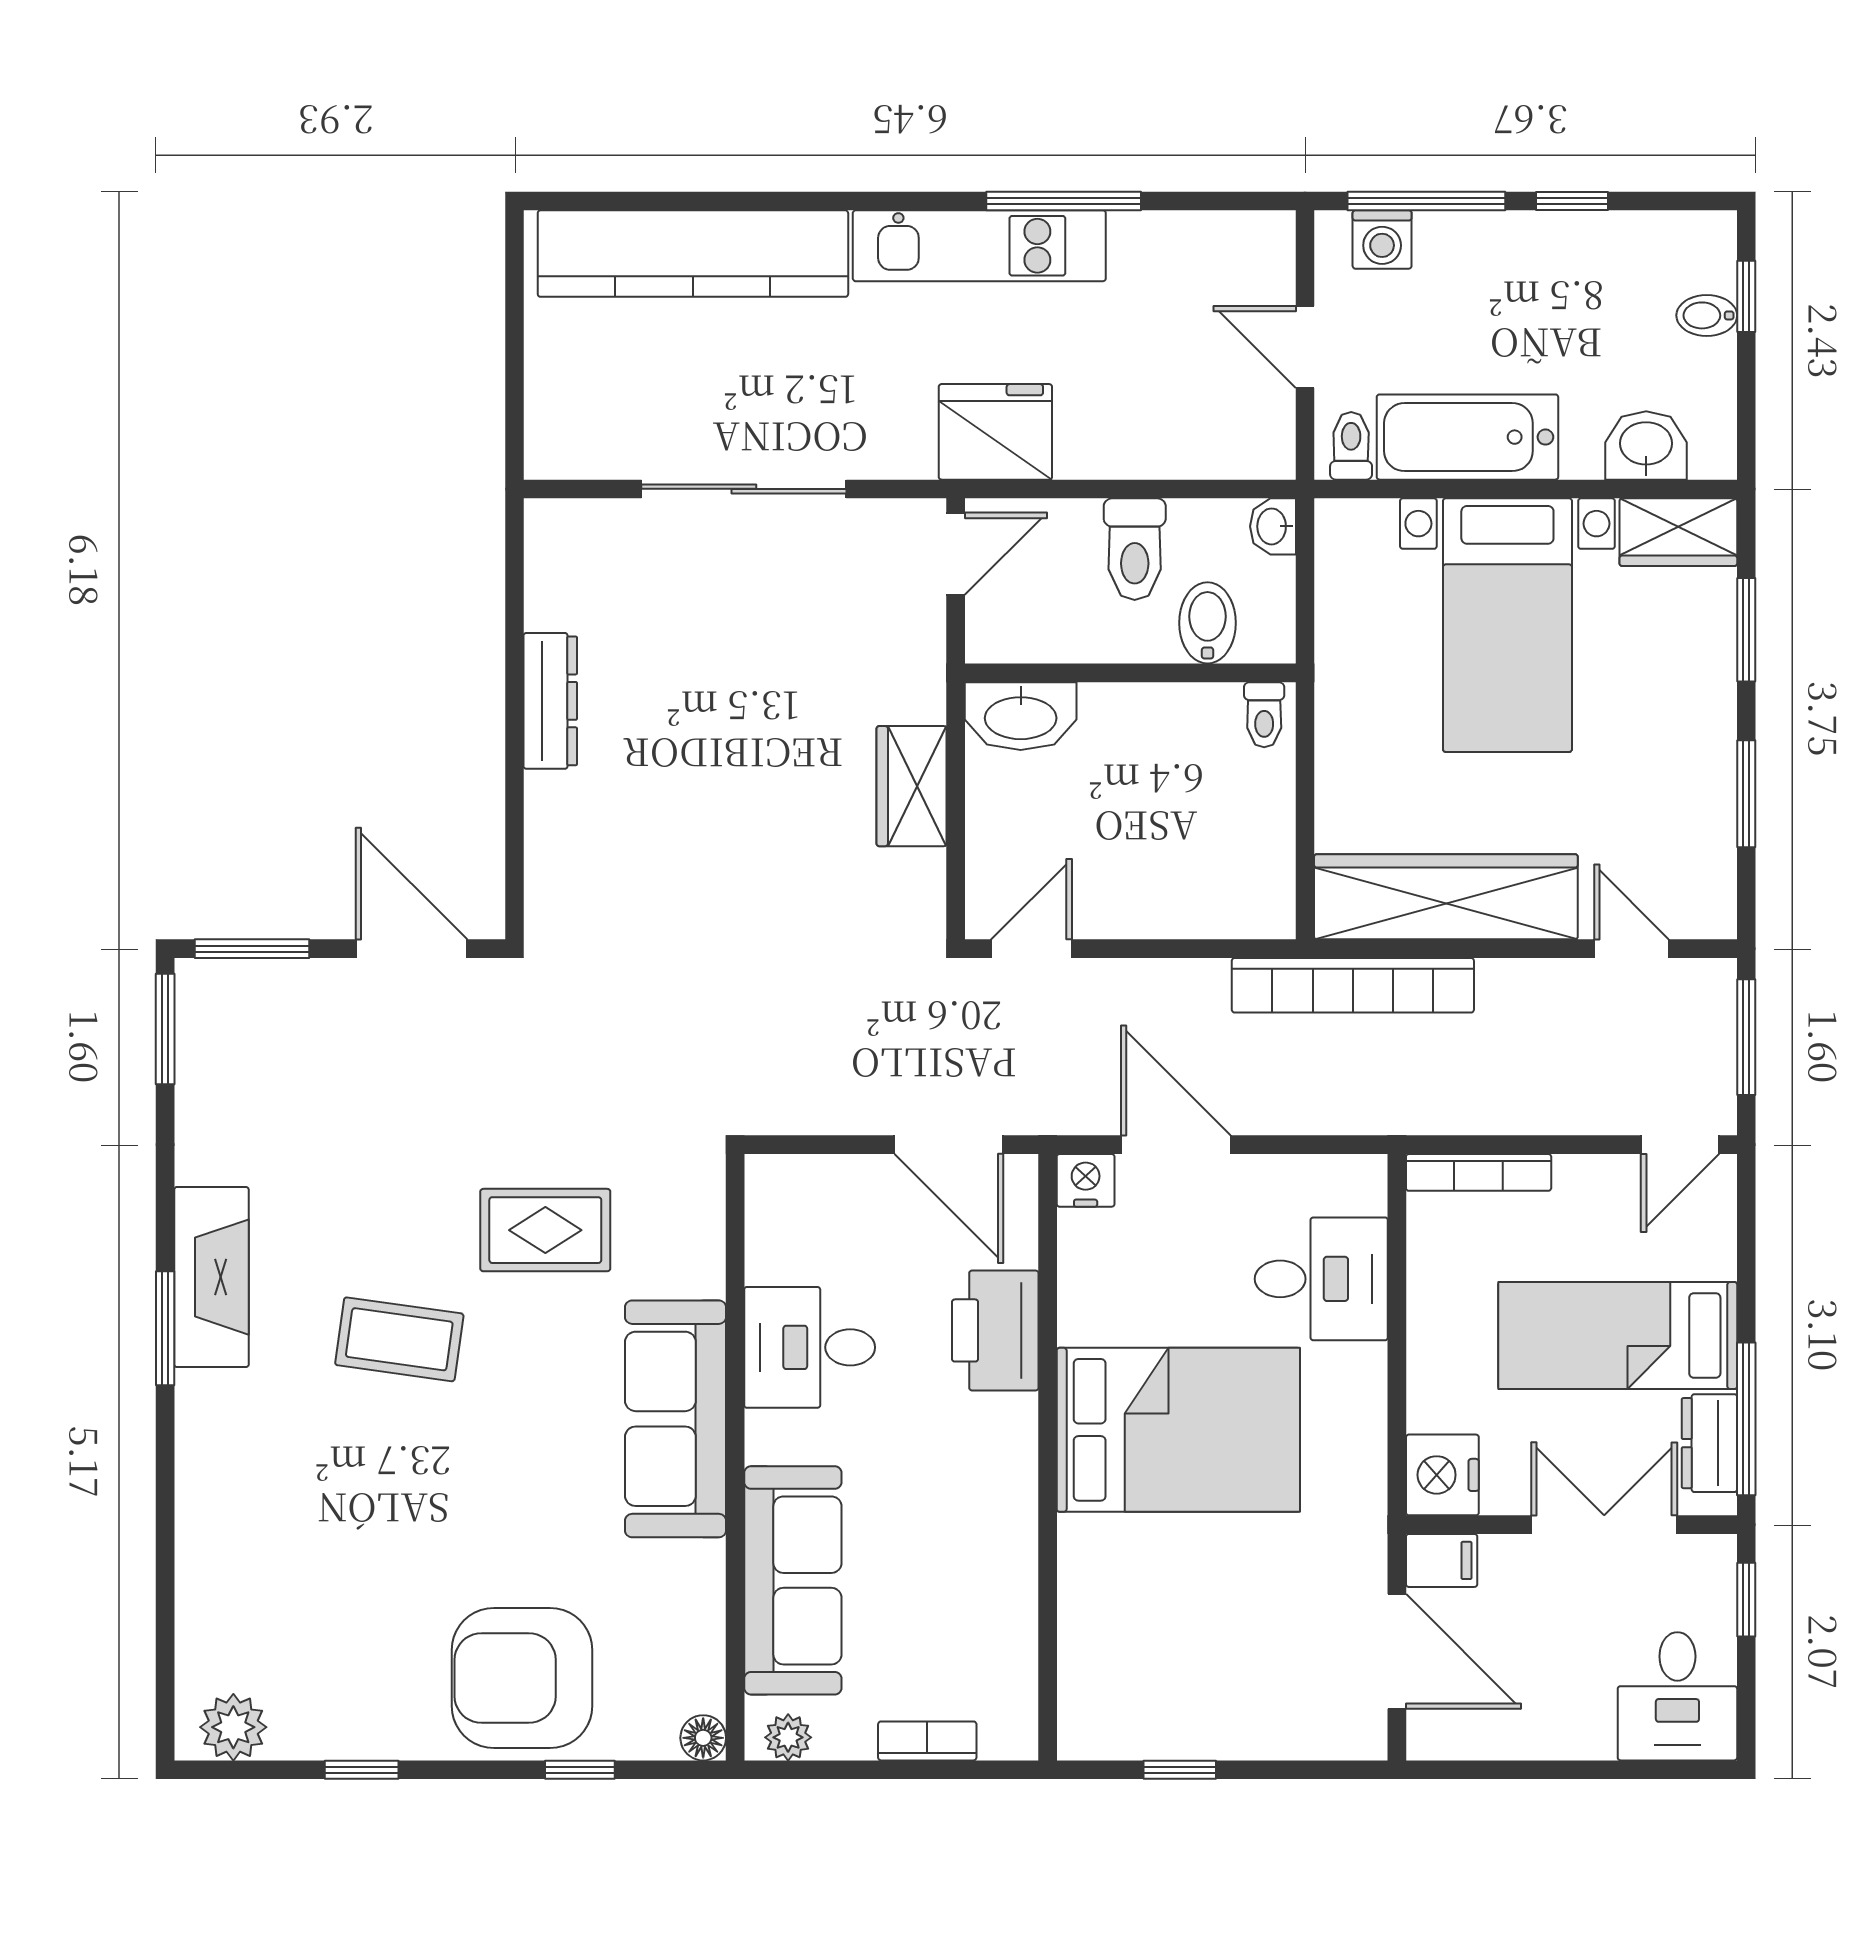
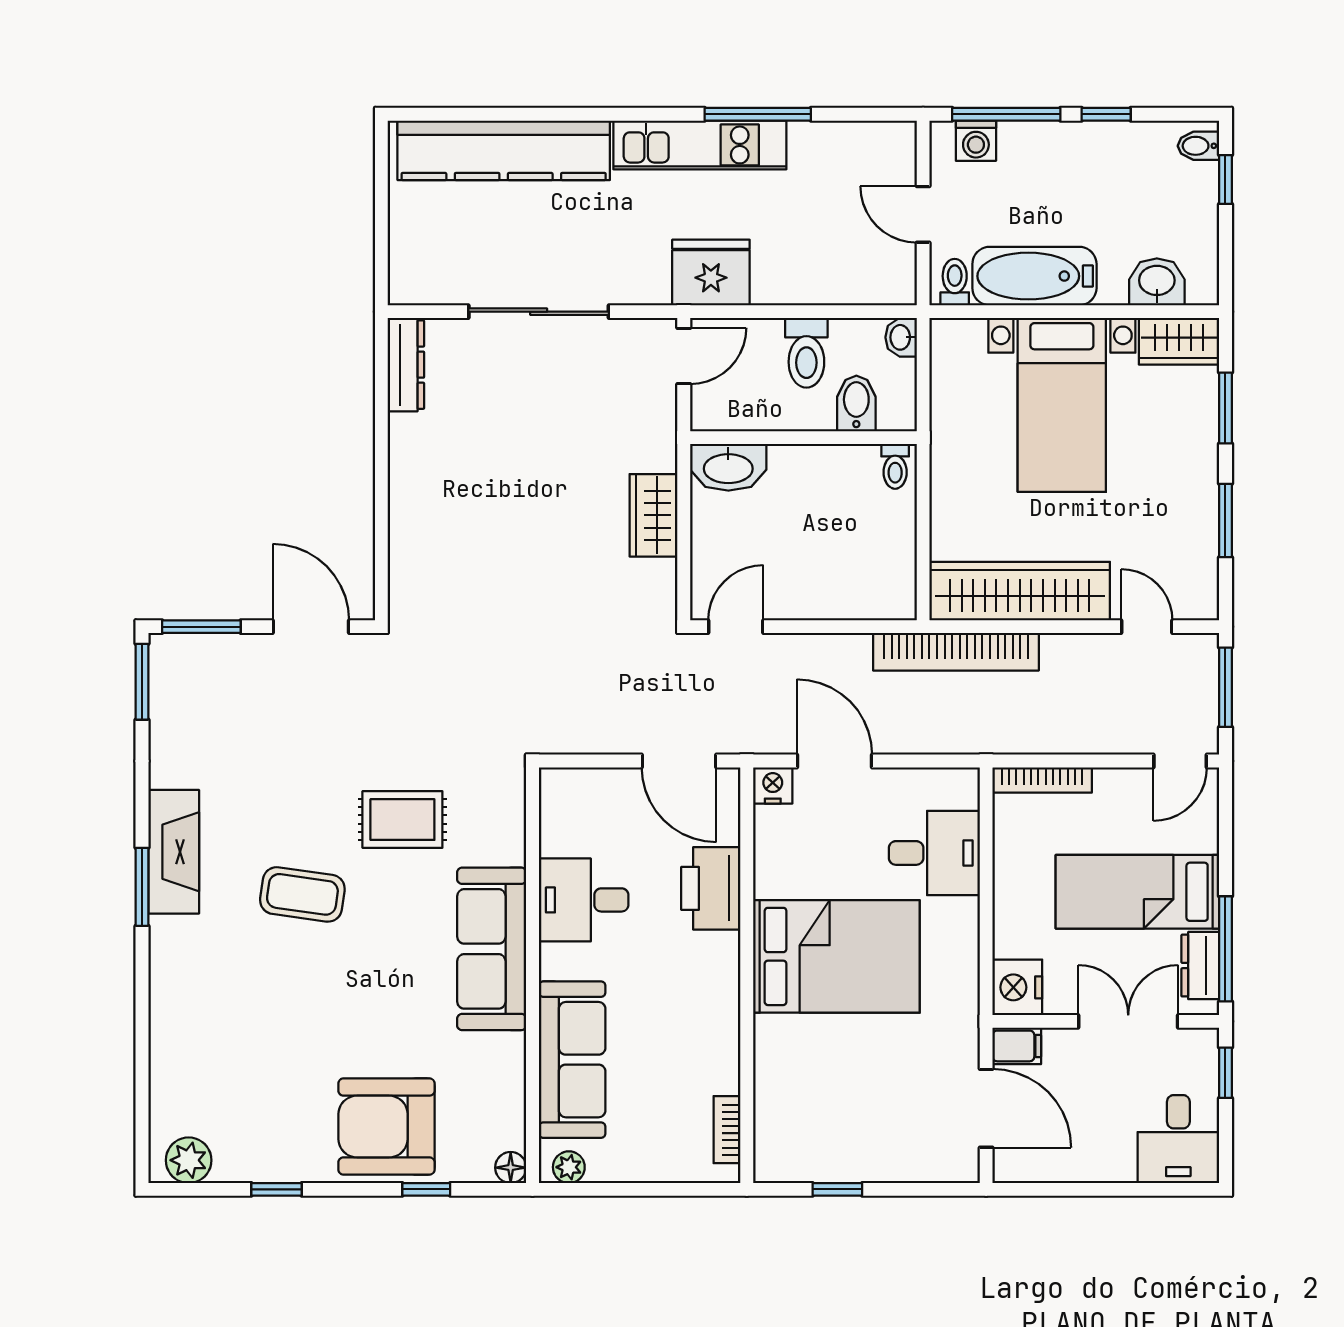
bidet: (1707, 315) -> (1198, 146), moved
dresser: (550, 701) -> (406, 365), moved
bookcase: (927, 1741) -> (727, 1130), moved, turned -90

